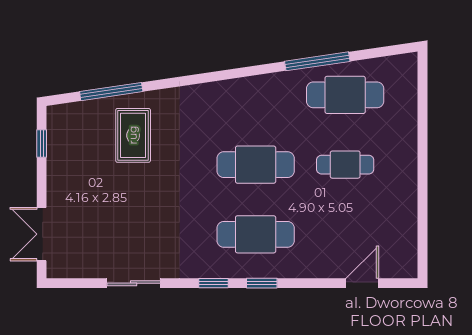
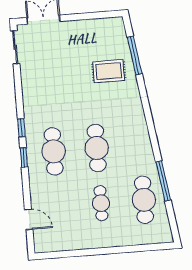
window: (42, 144) -> (99, 15), removed
sliding door: (134, 283) -> (15, 47), moved

